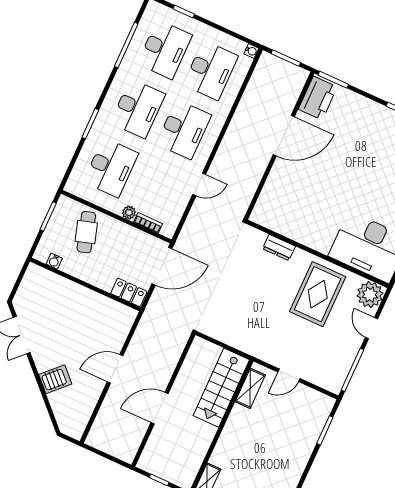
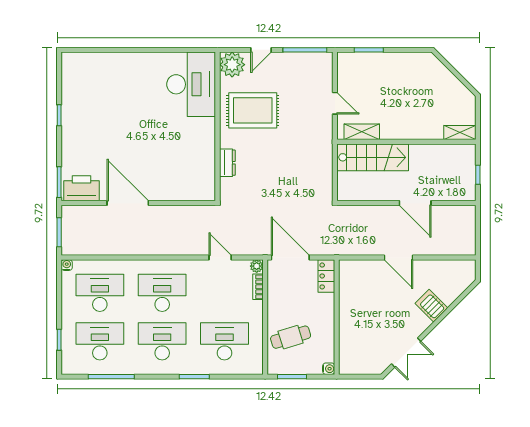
door: (199, 184) -> (220, 258), moved
plant: (129, 213) -> (257, 266), moved
water cooler: (54, 261) -> (329, 369), moved

